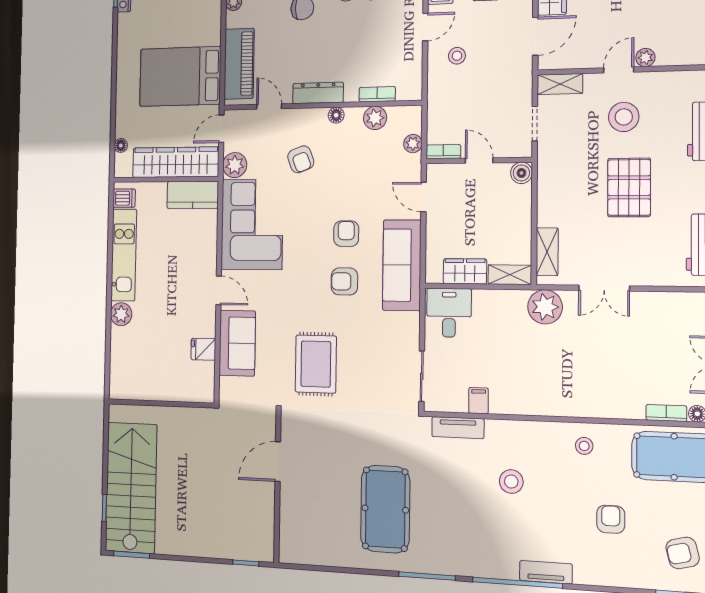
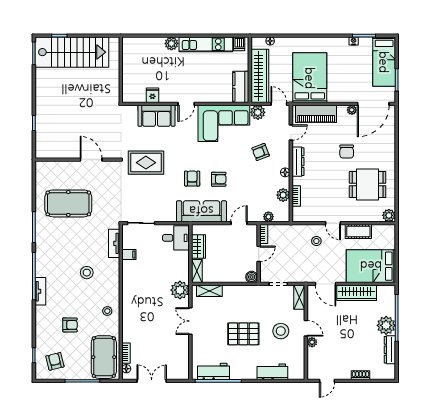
door: (278, 462) -> (91, 160), moved
wall: (277, 486) -> (77, 160), moved

